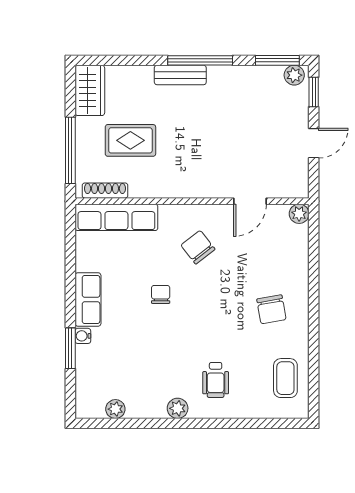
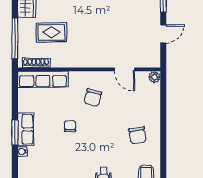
door: (250, 201) -> (124, 69), hinge flipped
chair: (198, 247) -> (93, 97), turned -127
window: (70, 348) -> (15, 133), moved

